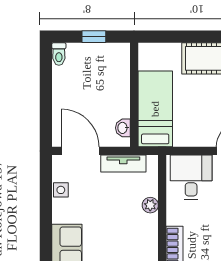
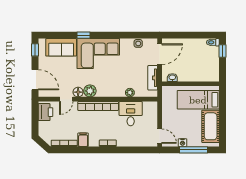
window: (94, 37) -> (223, 51), moved
bed: (155, 109) -> (198, 100), moved, turned 180
desk: (191, 177) -> (131, 114), moved, turned -90

